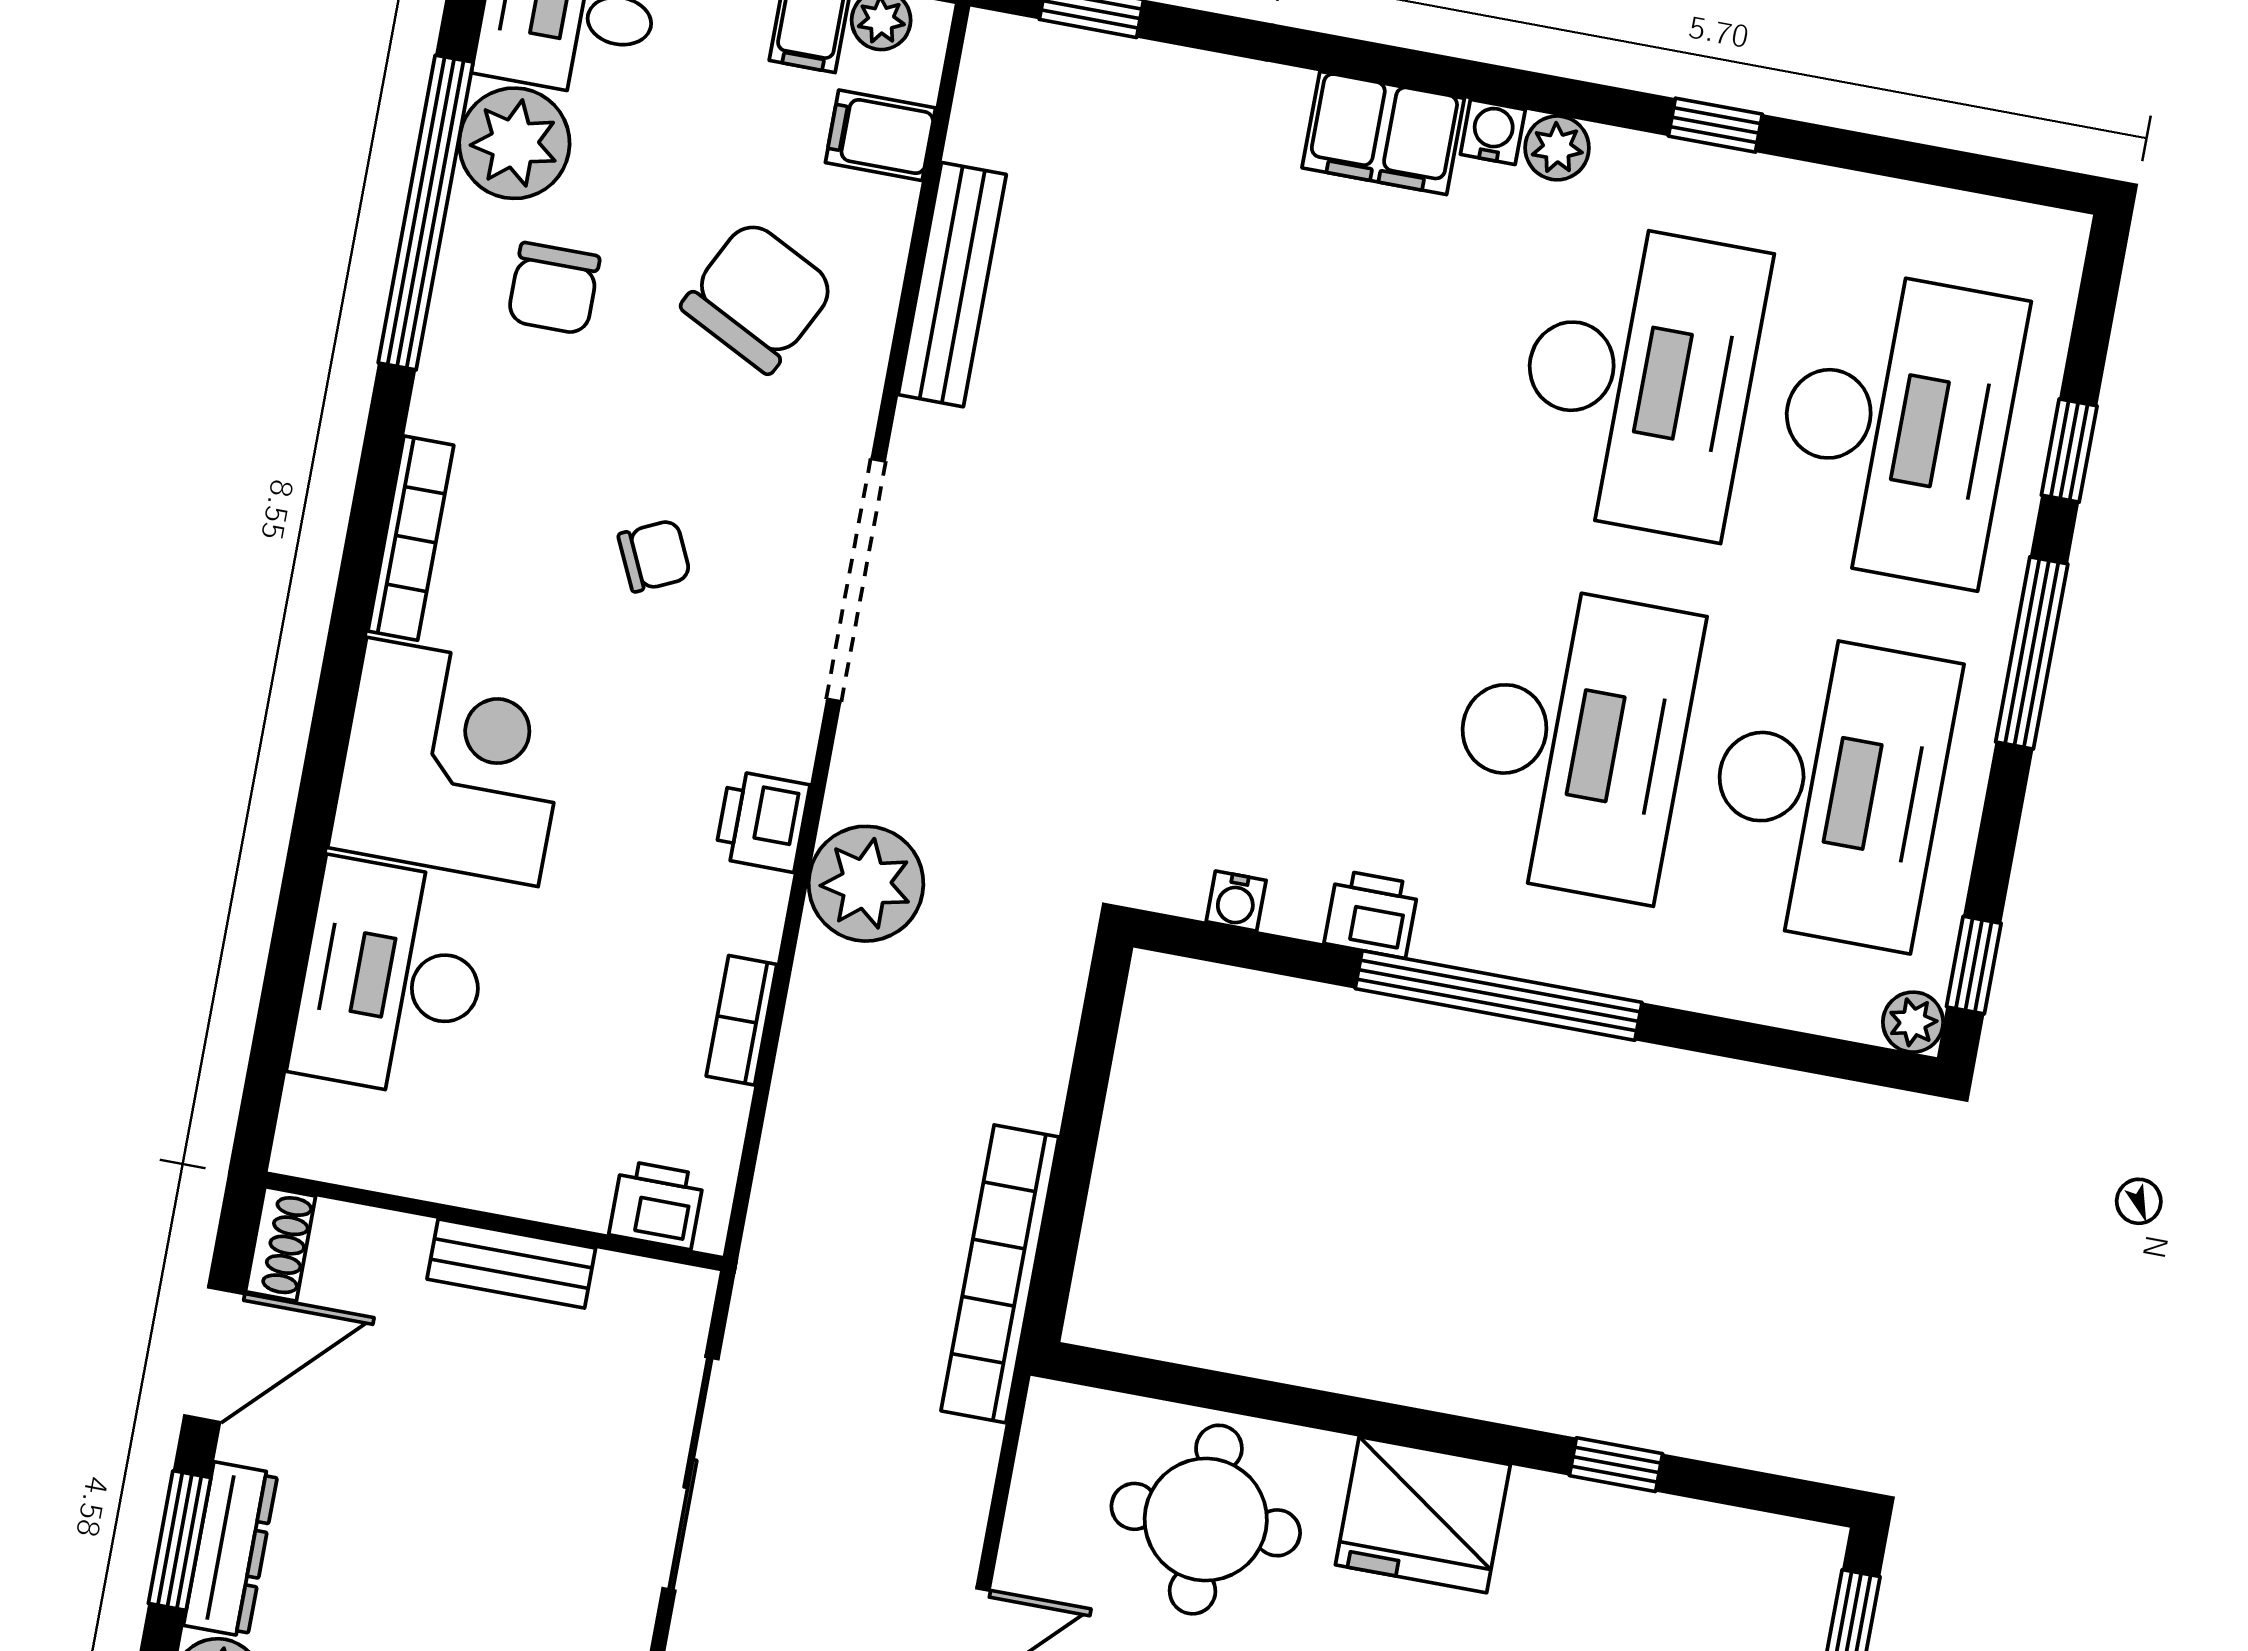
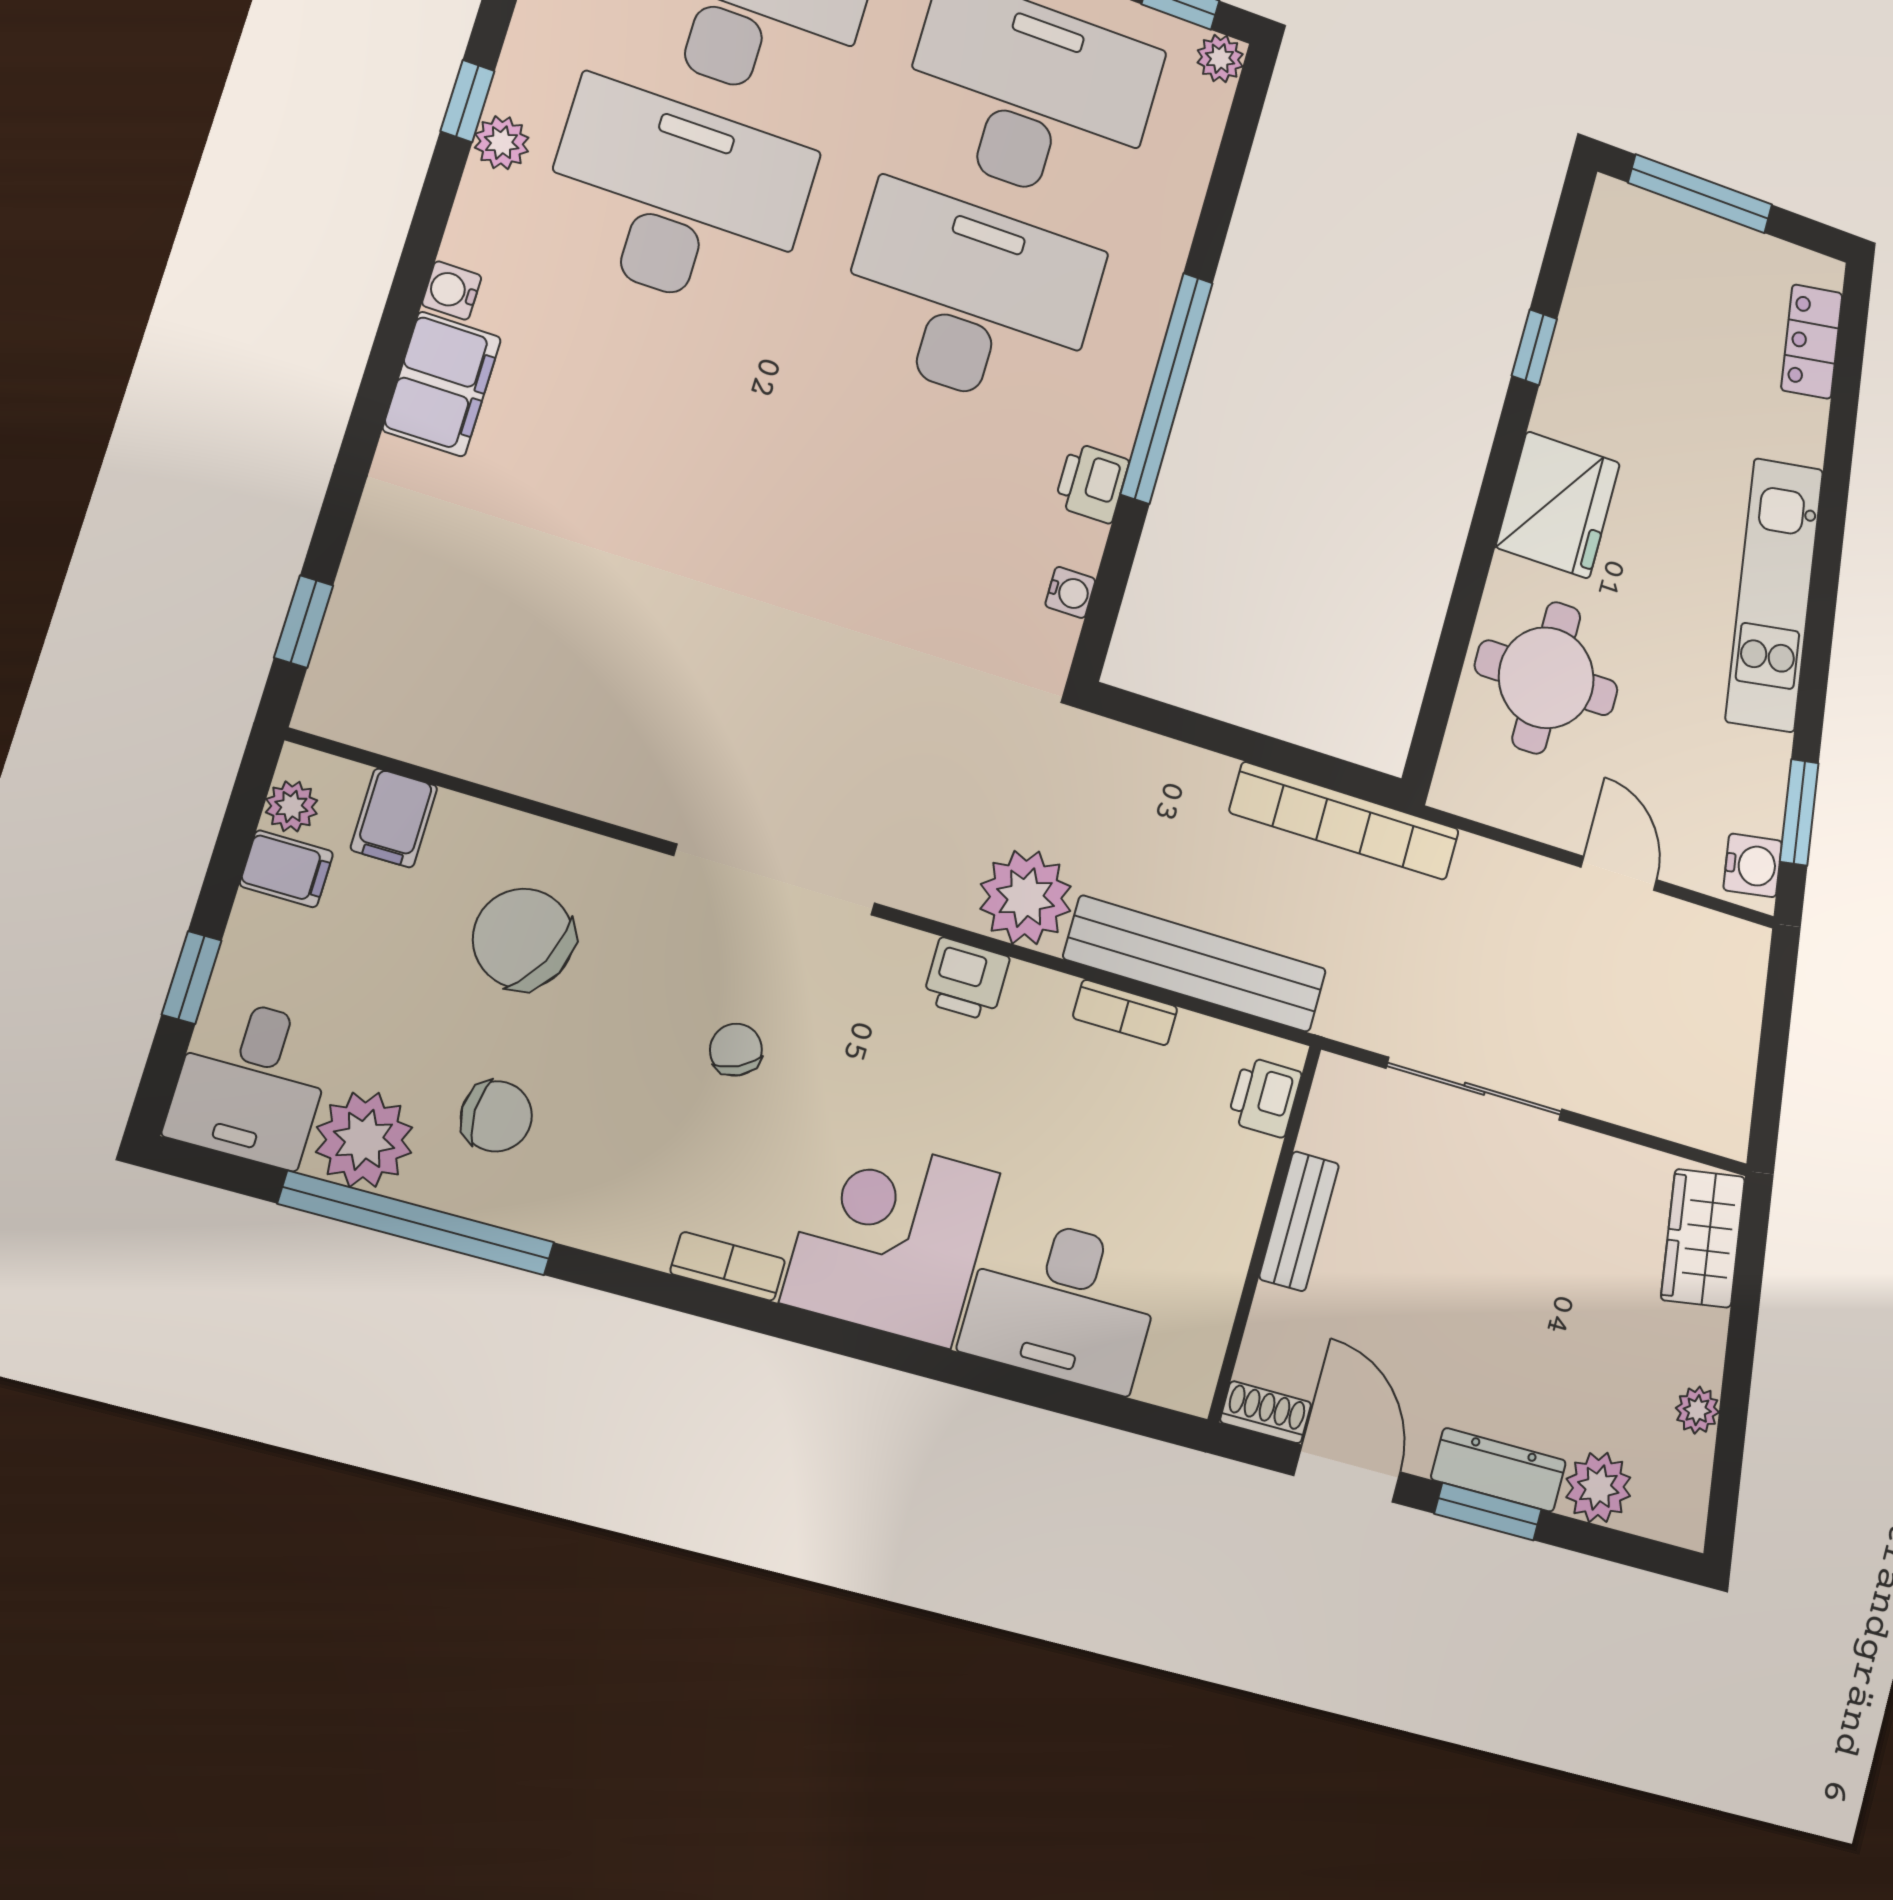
plant: (1557, 148) -> (502, 143), moved
bench: (952, 285) -> (1195, 964), moved, width x1.37, depth x1.21
bookcase: (411, 538) -> (728, 1266), width x0.64

